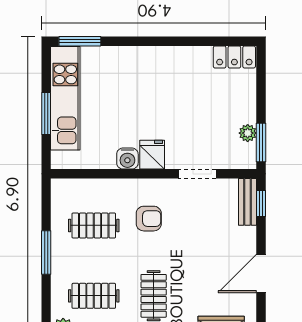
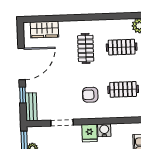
window: (261, 204) -> (23, 95), moved
door: (261, 274) -> (22, 64), width x1.36

